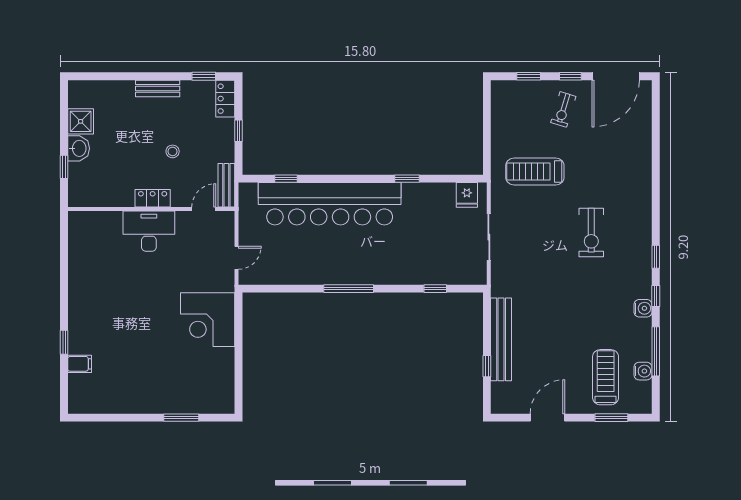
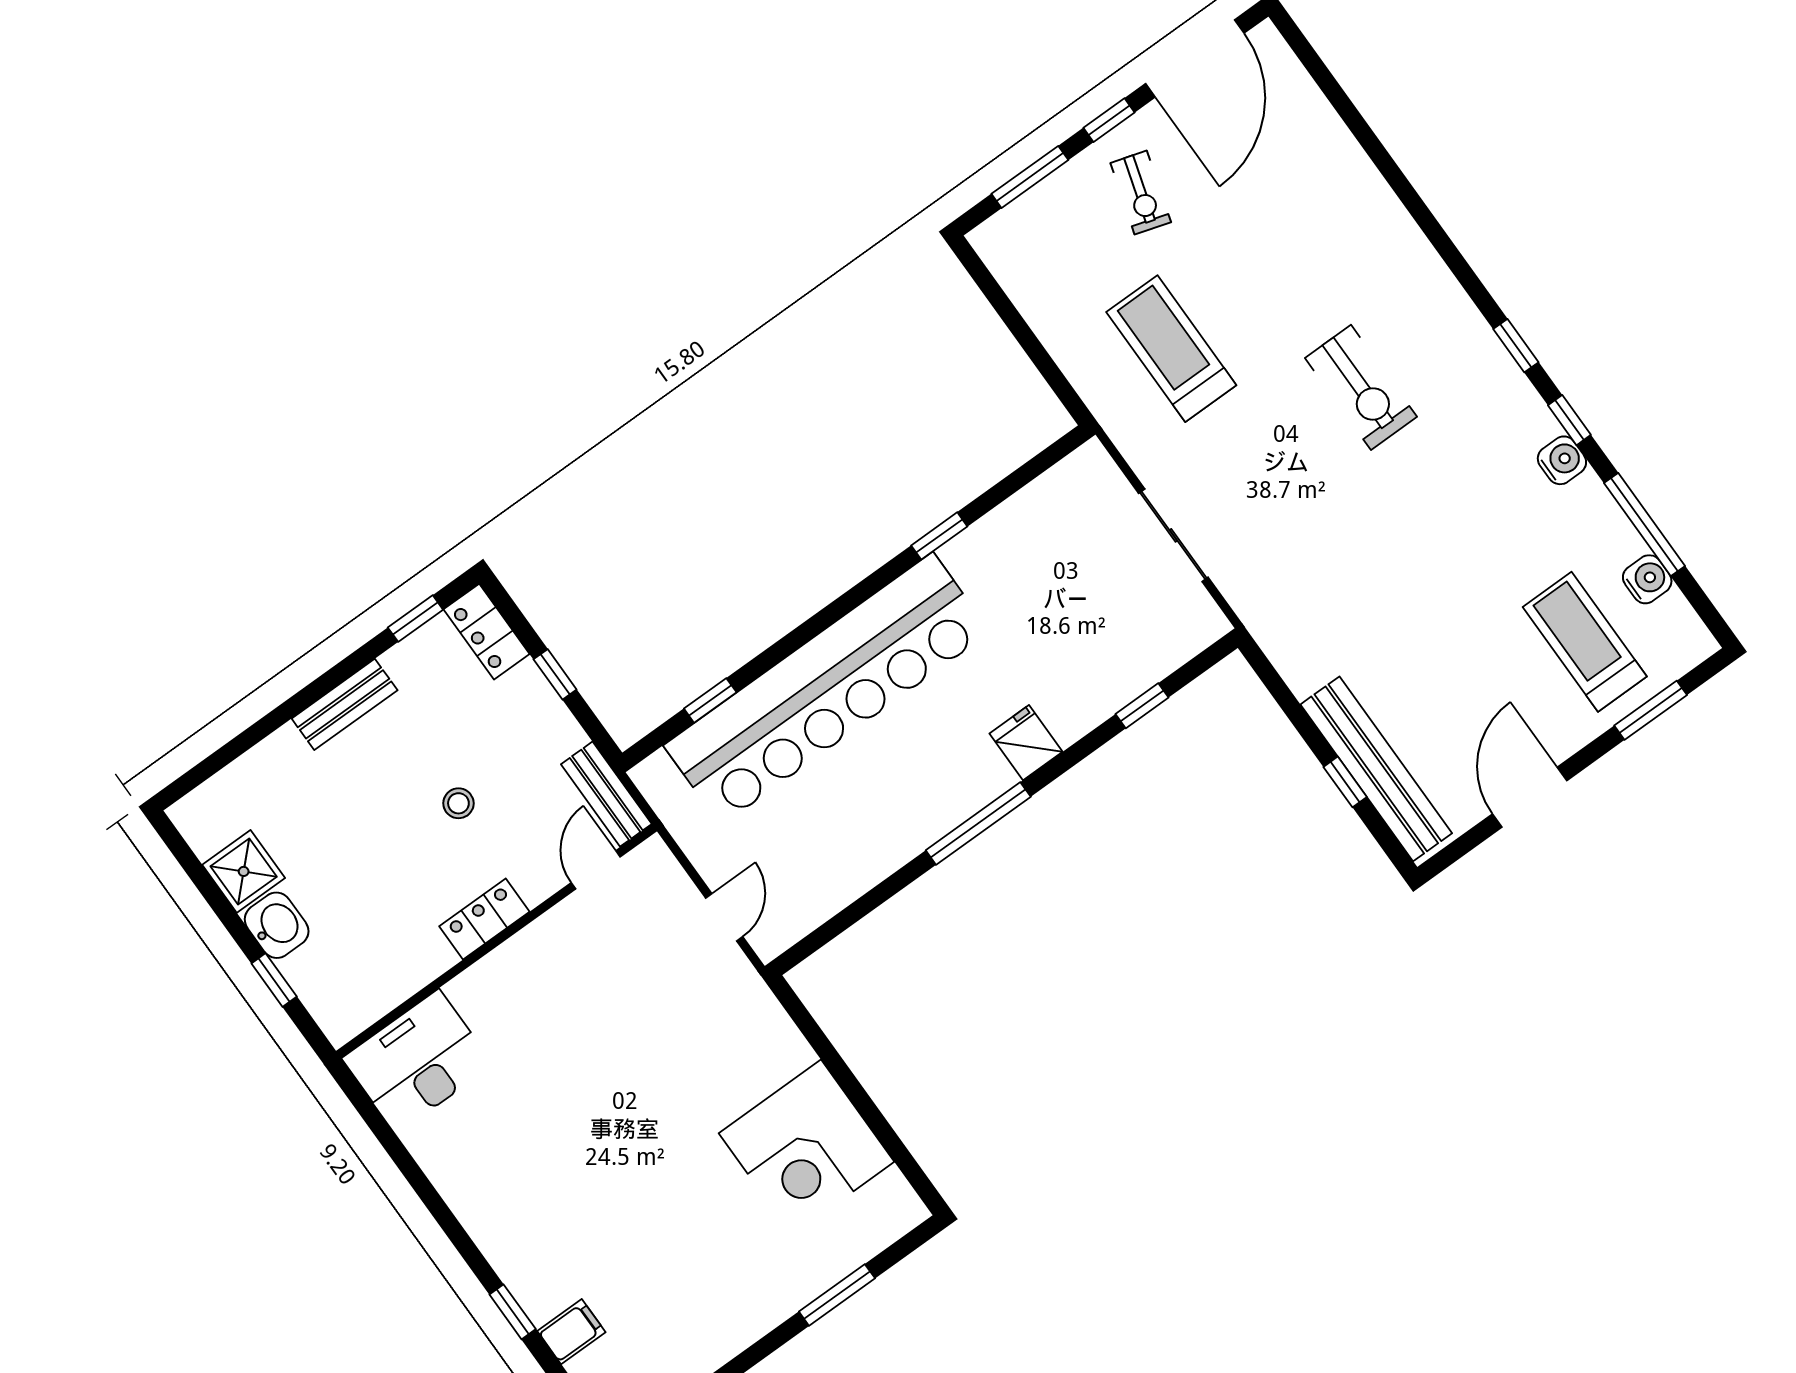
window: (529, 76) -> (1030, 177), width x1.50
treadmill: (535, 171) -> (1171, 349), turned 90
fridge: (467, 195) -> (1026, 743), moved, turned 180
desk: (149, 231) -> (418, 1061), moved
corner desk: (208, 320) -> (807, 1147), moved
bench: (501, 339) -> (1376, 769), moved

